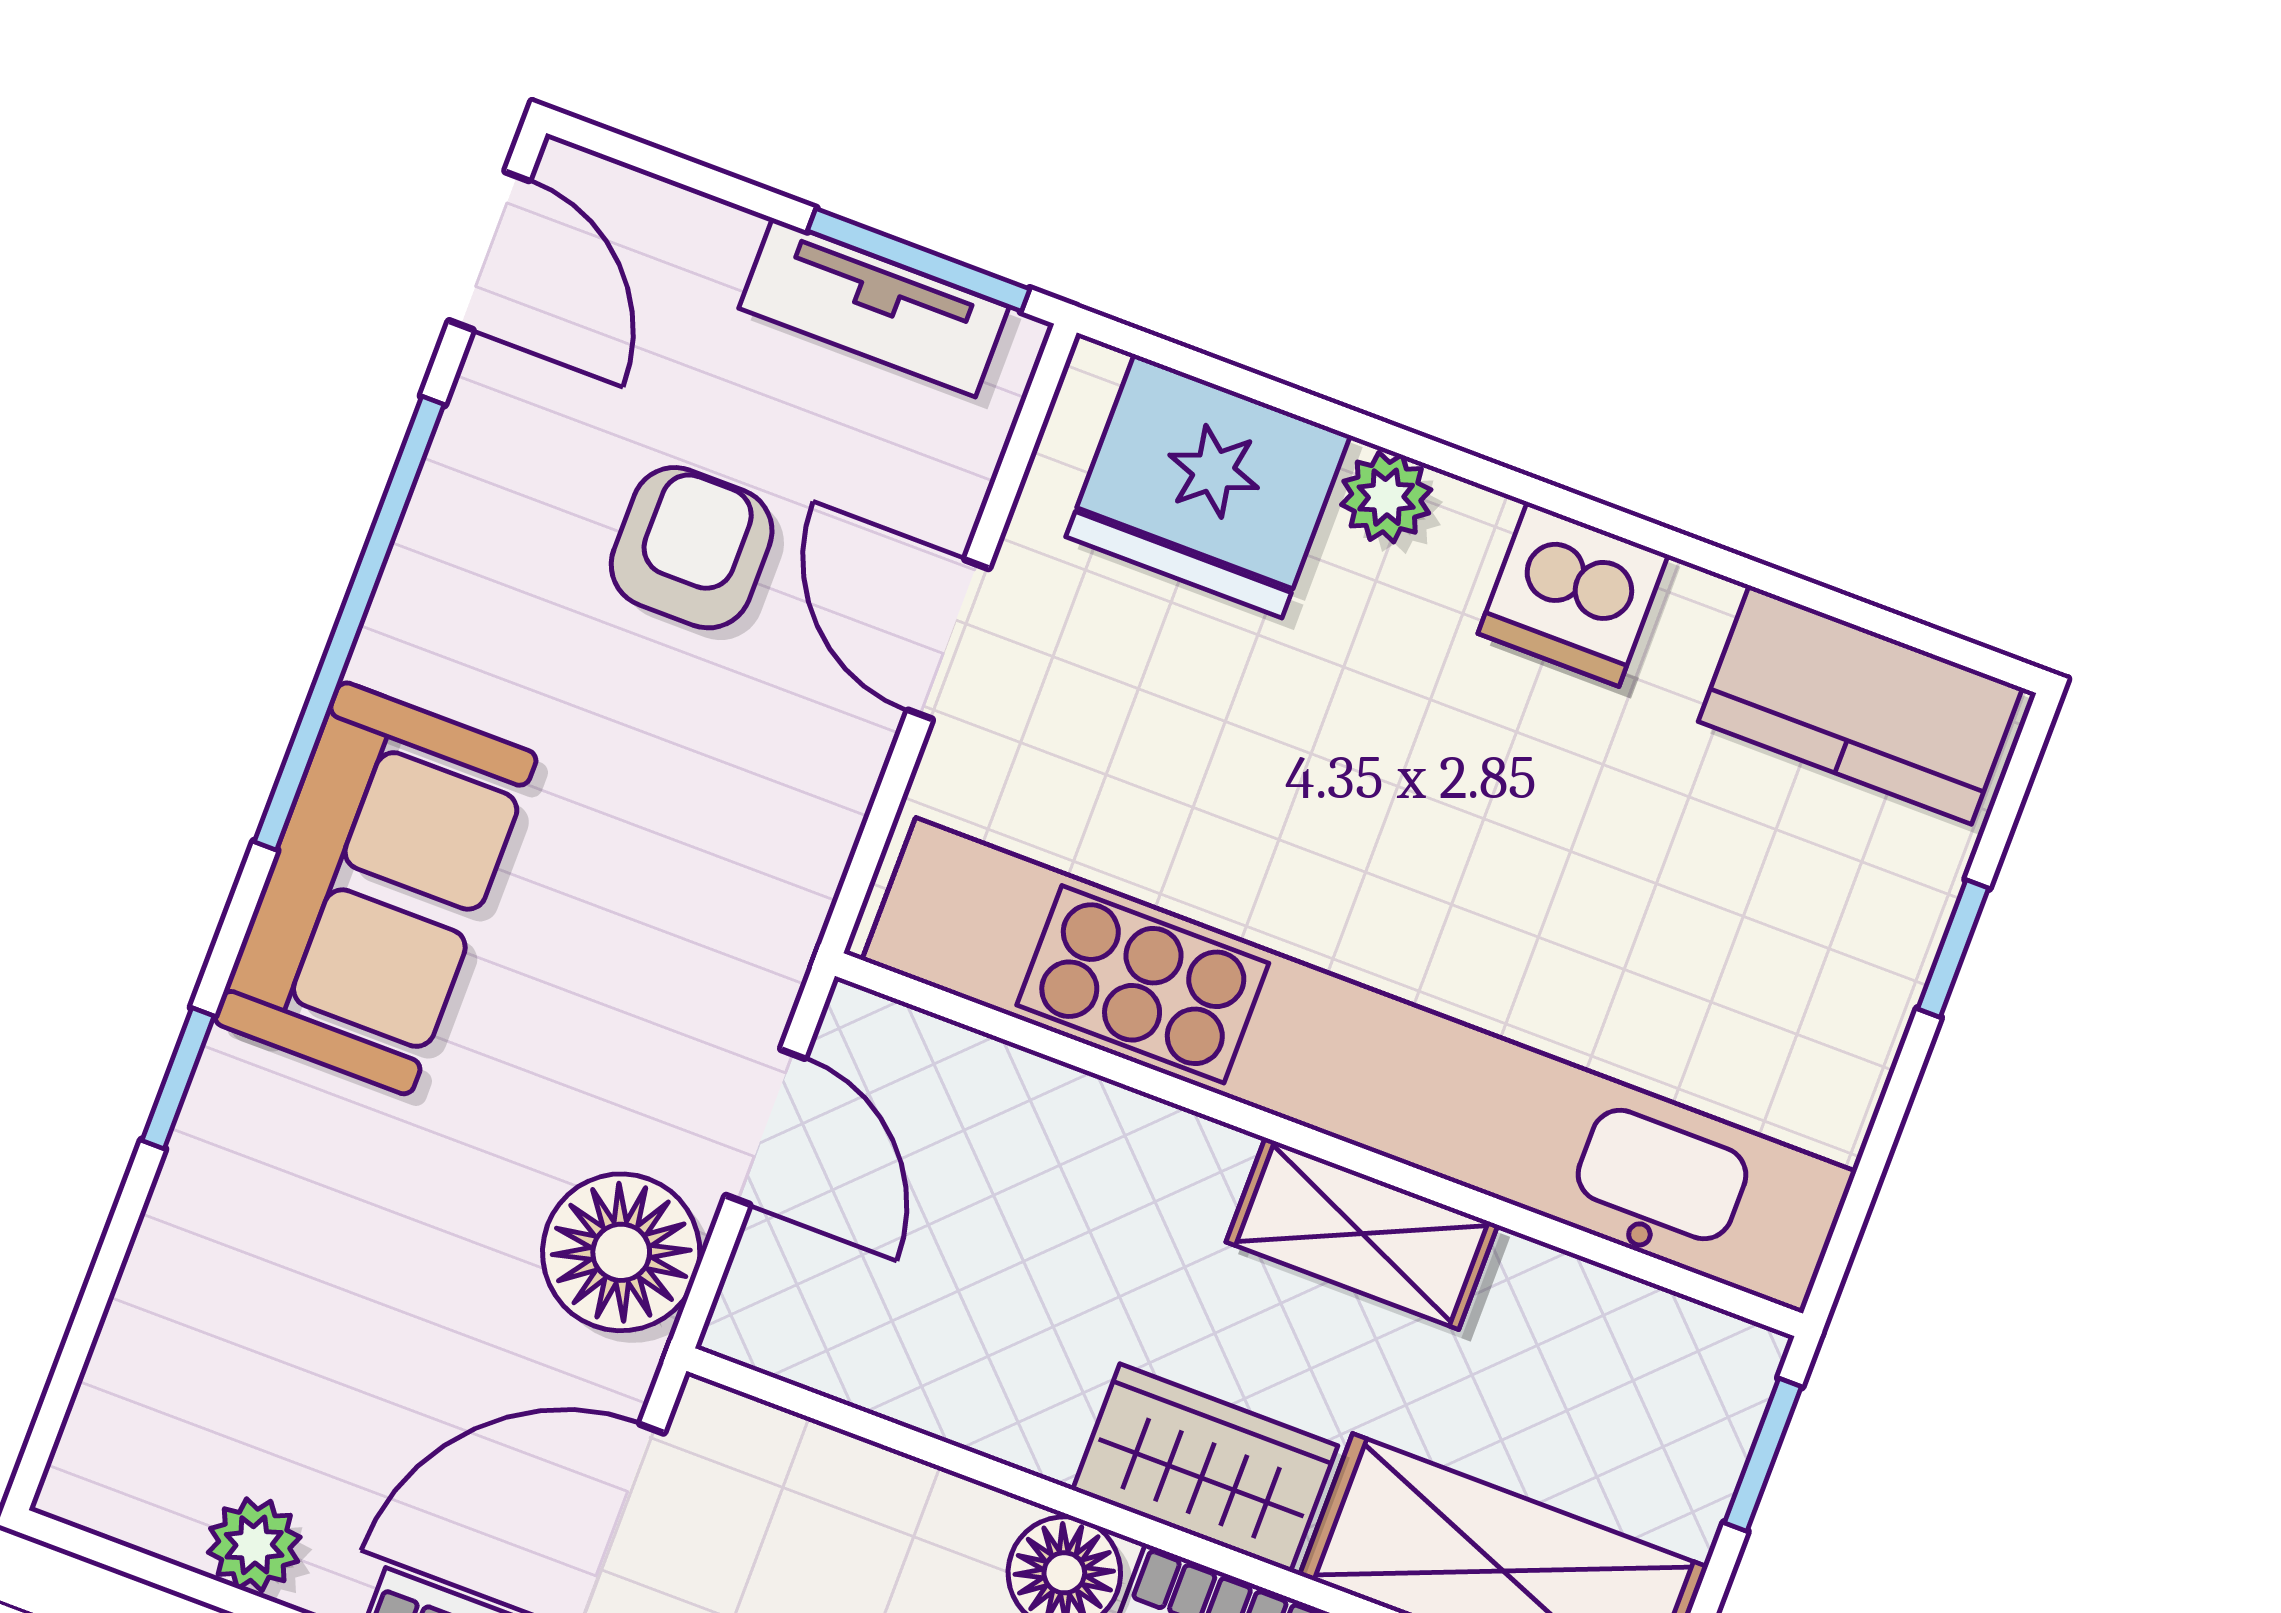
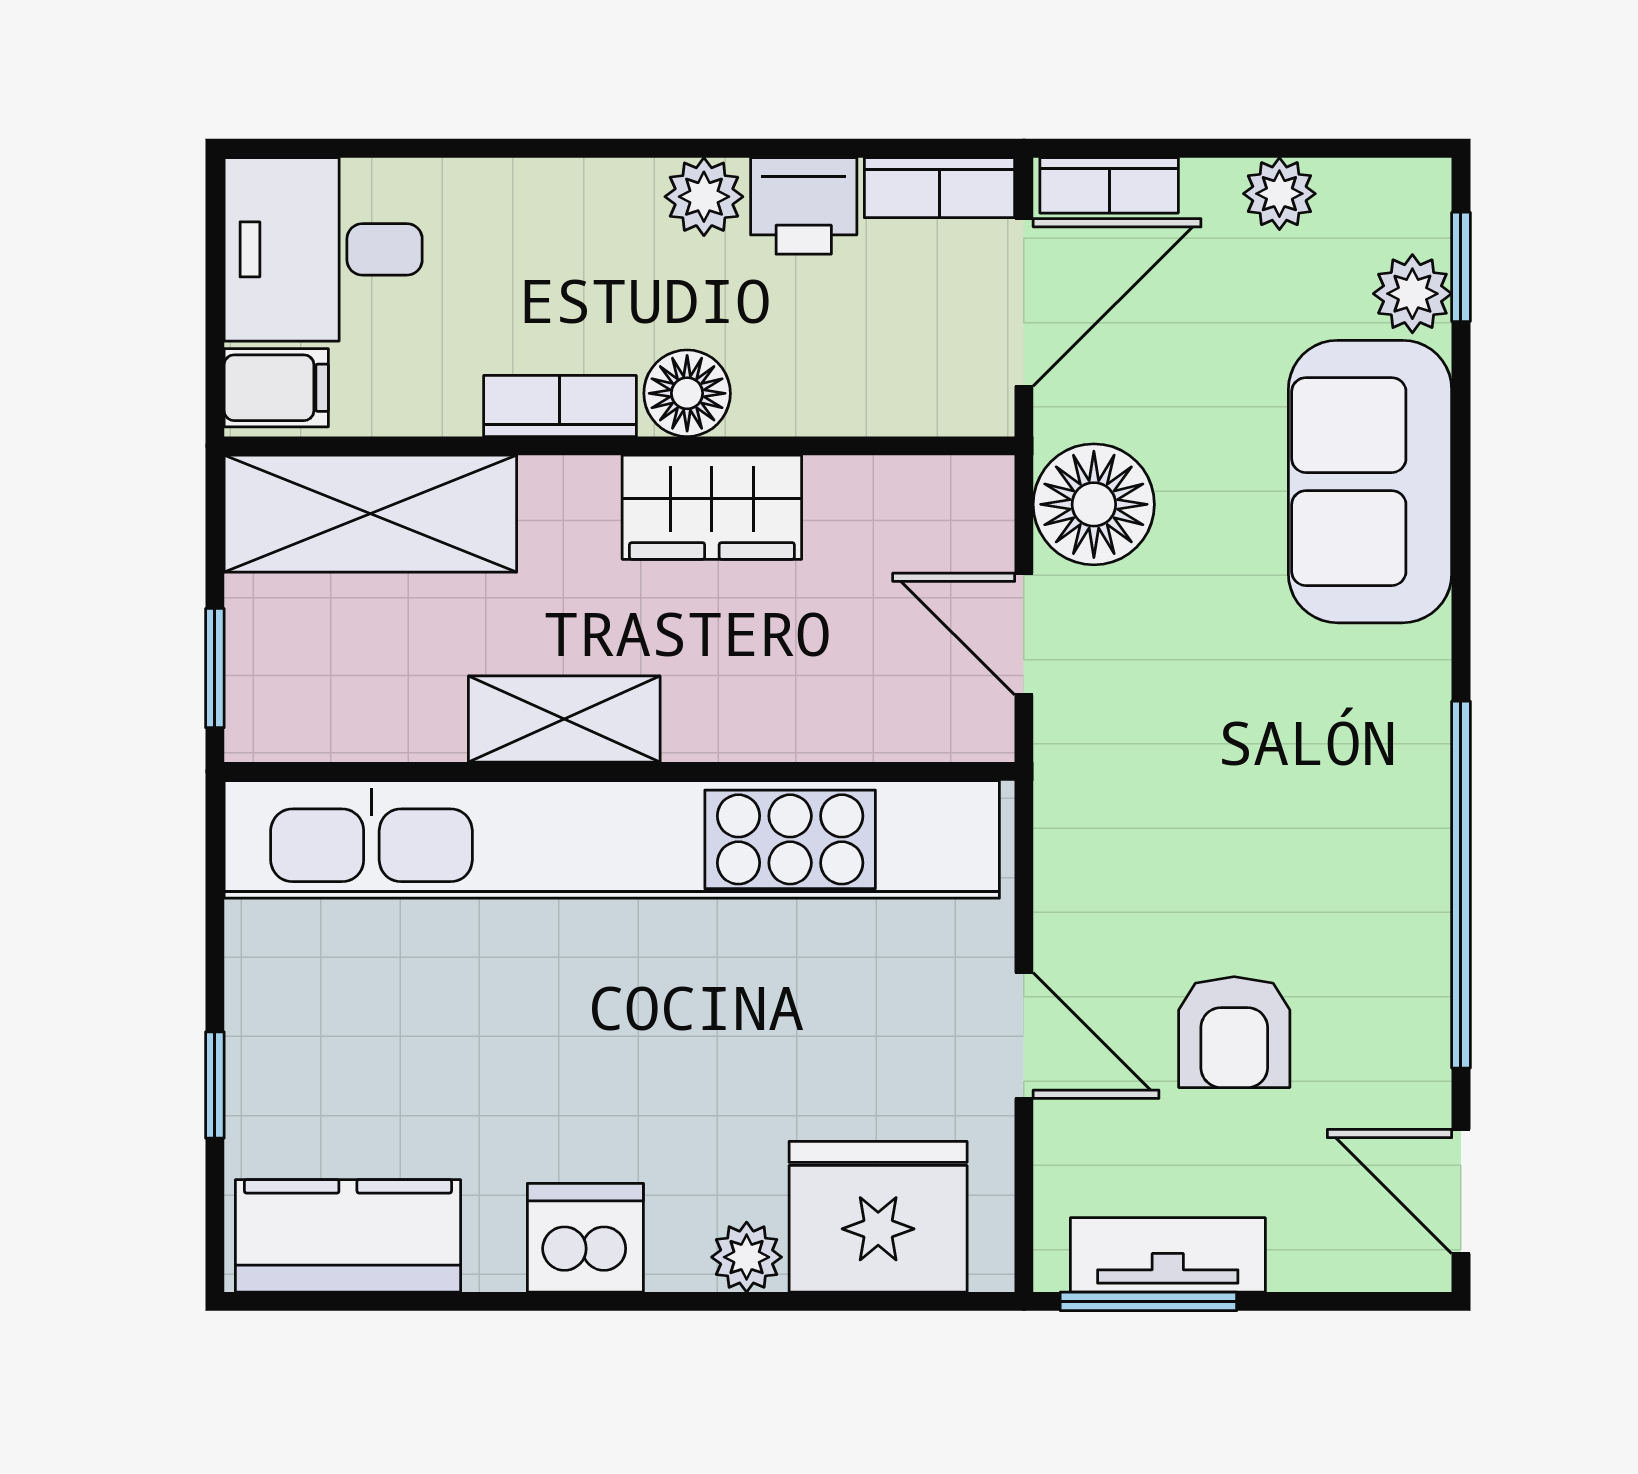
sofa: (375, 888) -> (1370, 482), moved
window: (178, 1078) -> (1461, 267), moved
plant: (138, 1363) -> (1412, 294), added
wardrobe: (1205, 1468) -> (712, 507), moved

